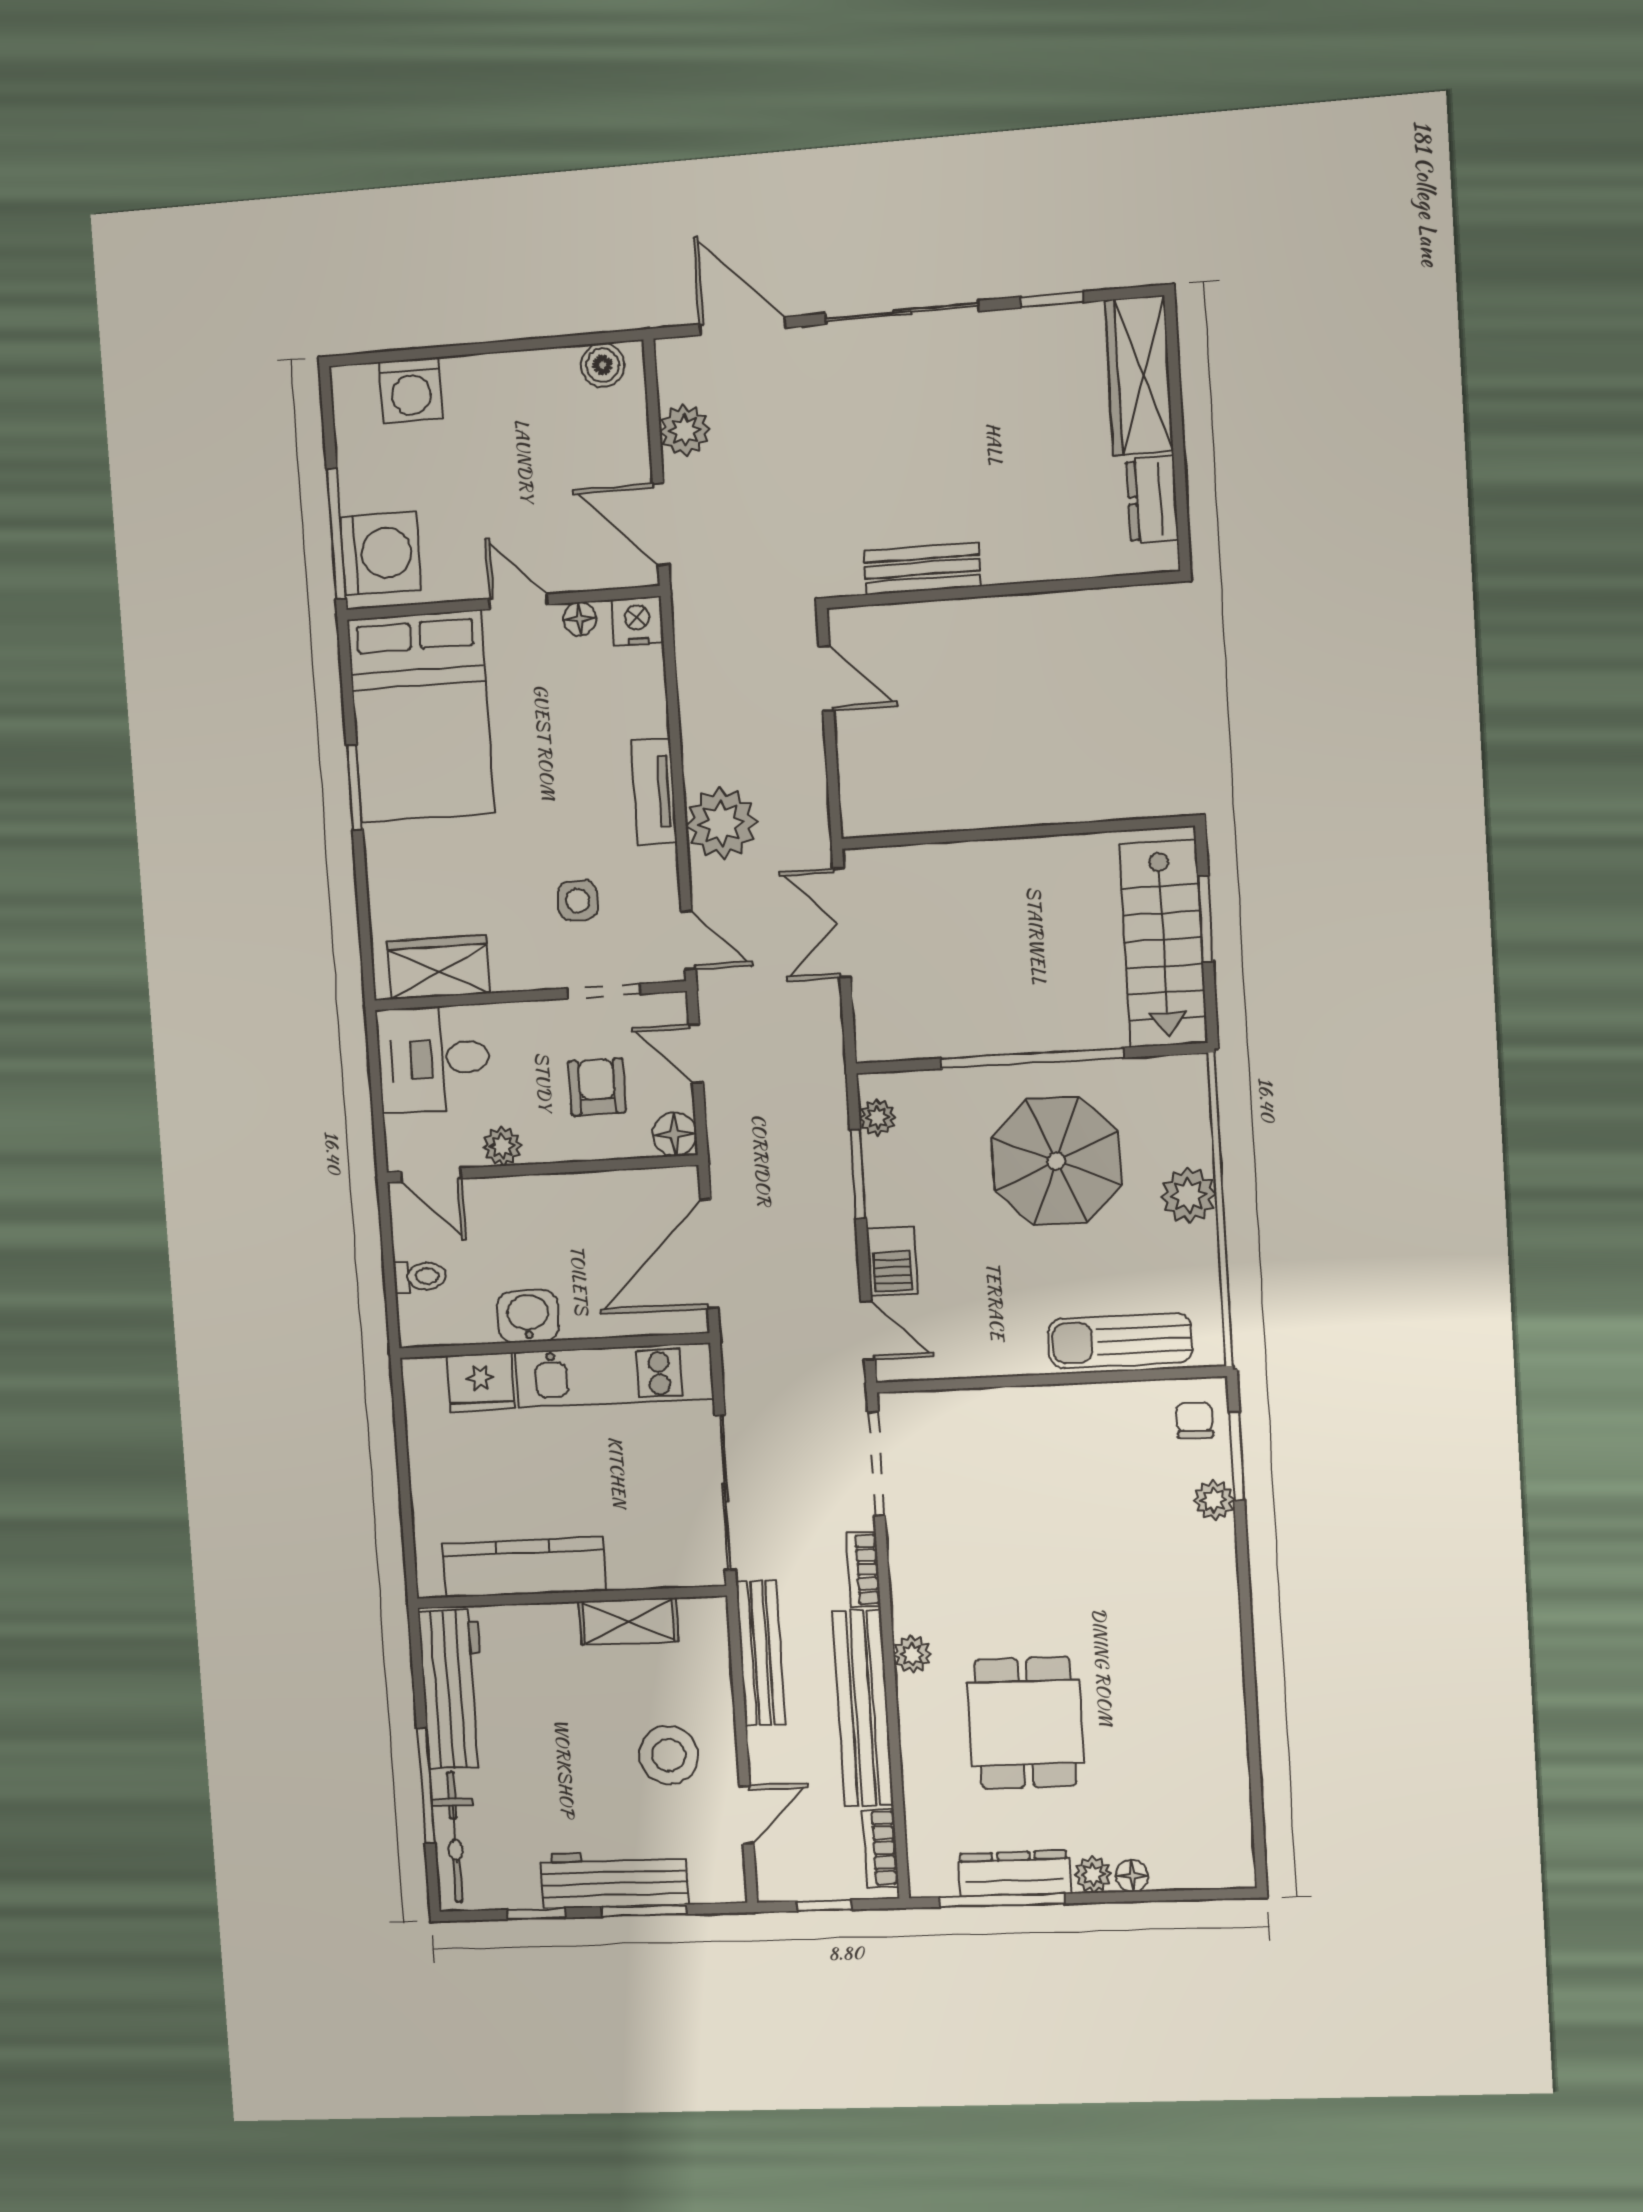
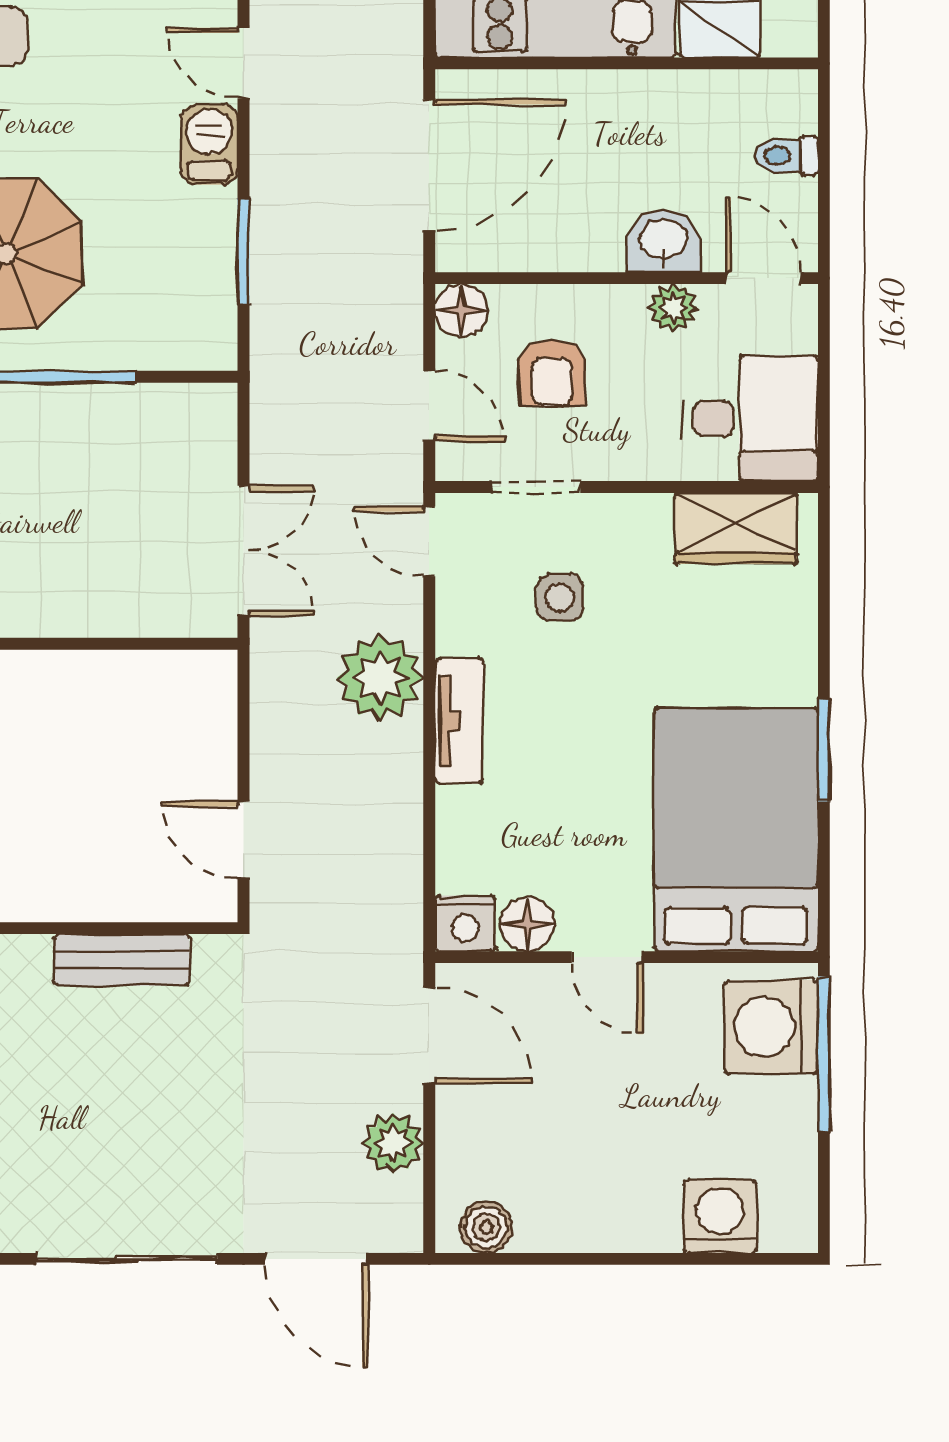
floor lamp: (580, 619) -> (527, 924), width x1.37, depth x1.37
plant: (877, 1118) -> (216, 317), removed
washbasin: (528, 1316) -> (664, 241), moved, turned 180

